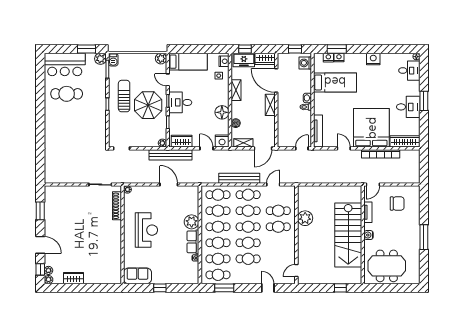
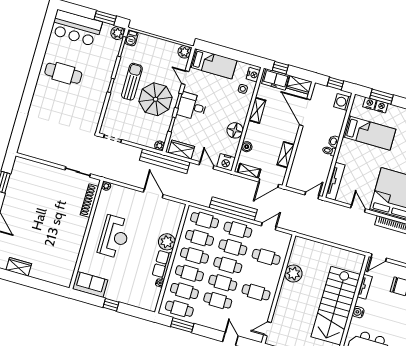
cafe table: (67, 94) -> (63, 73), moved
shelving: (270, 105) -> (286, 155), moved
cafe table: (278, 227) -> (256, 292), moved

